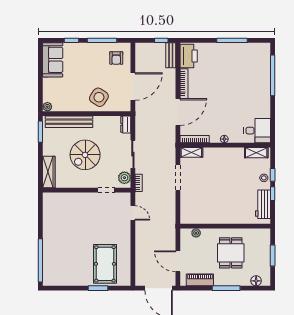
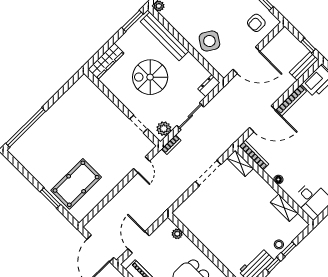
shelving: (256, 153) -> (284, 208), moved

